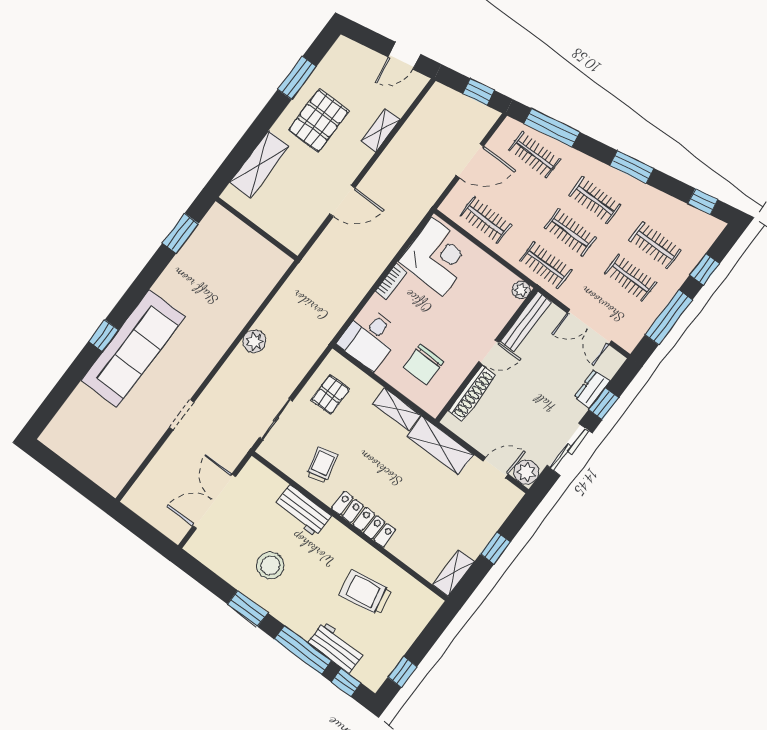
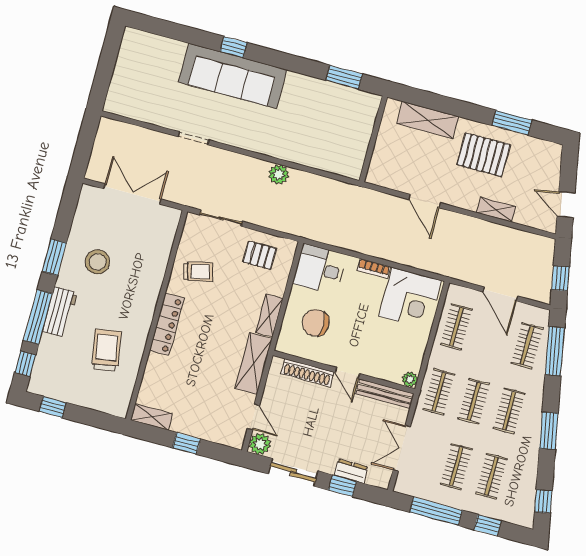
workbench: (303, 511) -> (154, 271), removed
workbench: (336, 648) -> (60, 312), moved

